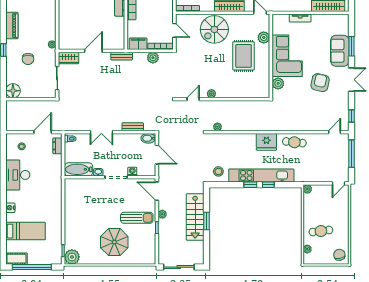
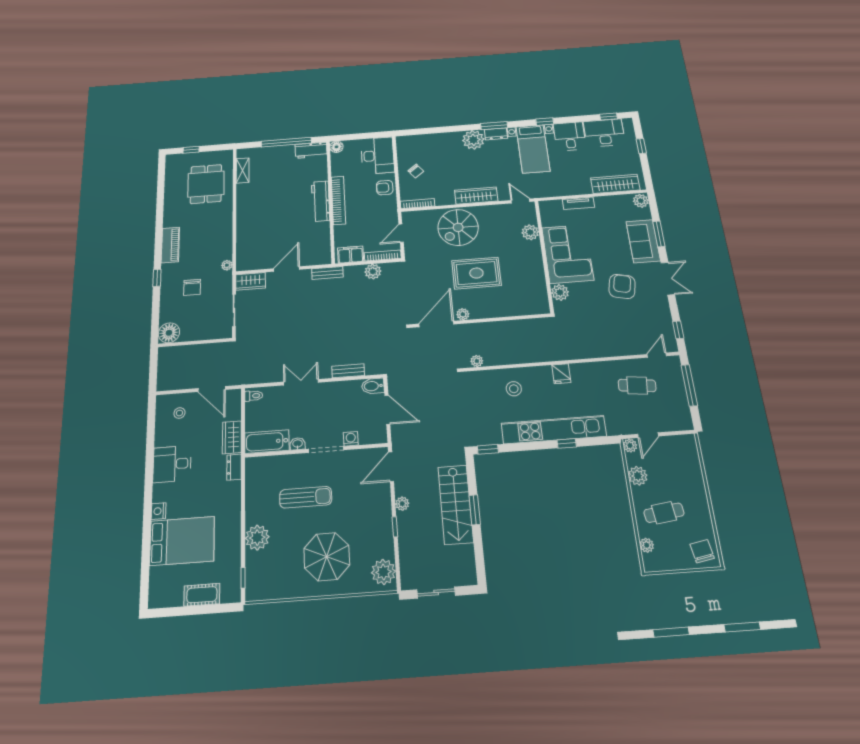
plant: (344, 20) -> (641, 201), added
door: (174, 30) -> (401, 233), swing flipped
rug: (244, 56) -> (476, 273), moved, turned 90
door: (193, 99) -> (436, 324), width x1.88
door: (43, 132) -> (212, 389), swing flipped
double door: (101, 132) -> (301, 382), swing flipped
fridge: (266, 142) -> (561, 374), width x0.53, depth x0.75
cafe table: (294, 142) -> (637, 385), moved
dresser: (57, 146) -> (234, 467), moved
wardrobe: (56, 165) -> (232, 437), added
stool: (218, 171) -> (514, 389), moved
desk: (18, 175) -> (172, 464), width x0.73
door: (338, 183) -> (648, 435), moved
window: (250, 185) -> (488, 449), moved
door: (157, 191) -> (391, 467), hinge flipped
plant: (309, 208) -> (638, 476), added
sun lounger: (137, 218) -> (306, 497), moved
bed: (26, 231) -> (182, 541), width x1.50
plant: (148, 253) -> (383, 572), added
plant: (72, 257) -> (257, 538), moved
cot: (17, 259) -> (202, 595), moved
window: (32, 267) -> (191, 610), removed
sliding door: (179, 267) -> (436, 593), width x0.73

